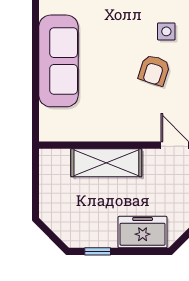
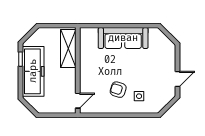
shelving: (106, 163) -> (68, 49), moved
freezer: (143, 232) -> (33, 71), width x1.91, depth x1.26

